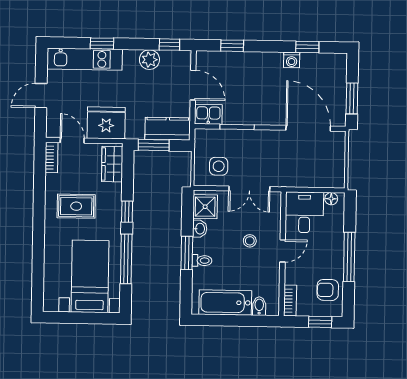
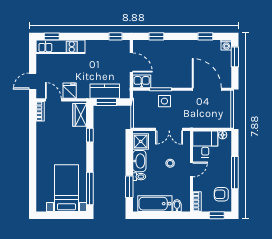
window: (102, 43) -> (52, 36), moved
plant: (149, 60) -> (103, 46), removed
washing machine: (292, 60) -> (226, 45), moved
door: (41, 96) -> (33, 81), moved
window: (352, 98) -> (235, 57), moved
fridge: (106, 123) -> (70, 91), width x0.53, depth x0.75
kitchen counter: (168, 129) -> (105, 91), moved
side table: (219, 166) -> (164, 101), moved
rug: (76, 206) -> (57, 143), removed
window: (127, 212) -> (90, 135), moved
washbasin: (200, 229) -> (139, 161), width x1.91, depth x1.45
window: (187, 253) -> (129, 187), moved
window: (126, 259) -> (90, 188), moved

